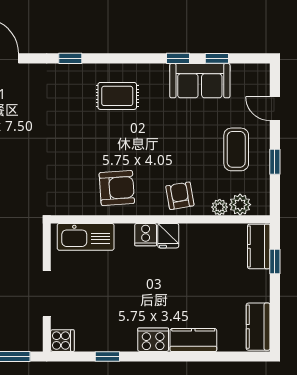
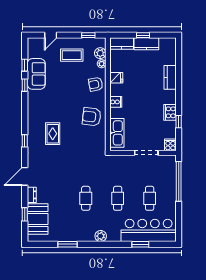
rug: (117, 96) -> (53, 134), moved
window: (275, 162) -> (88, 35), moved
armchair: (117, 188) -> (92, 117), turned -79
fridge: (168, 236) -> (116, 78), moved
window: (275, 261) -> (143, 35), moved
kitchen counter: (258, 327) -> (146, 44), moved
cooker: (153, 340) -> (170, 112), moved

